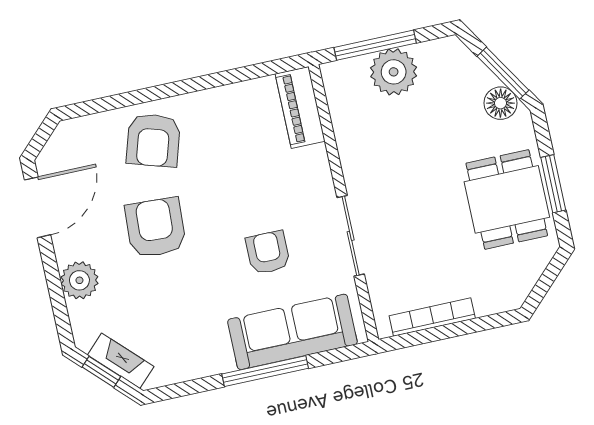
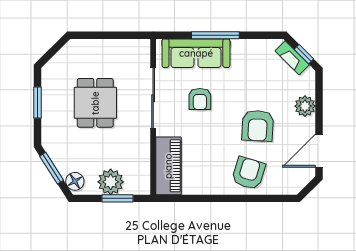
window: (375, 45) -> (117, 198), width x0.69
floor lamp: (501, 103) -> (75, 181), moved
piano: (300, 107) -> (168, 166), width x1.37, depth x1.33
dining table: (507, 199) -> (95, 103), moved
sliding door: (351, 236) -> (153, 98), width x1.37
bookcase: (432, 317) -> (119, 45), removed

